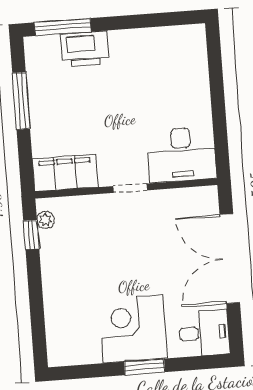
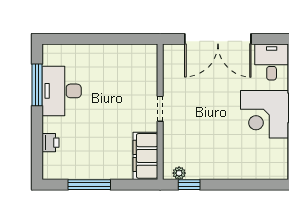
window: (63, 27) -> (37, 85), moved
printer: (85, 49) -> (50, 143), width x0.53, depth x0.68
desk: (182, 155) -> (62, 91), moved, turned 180

